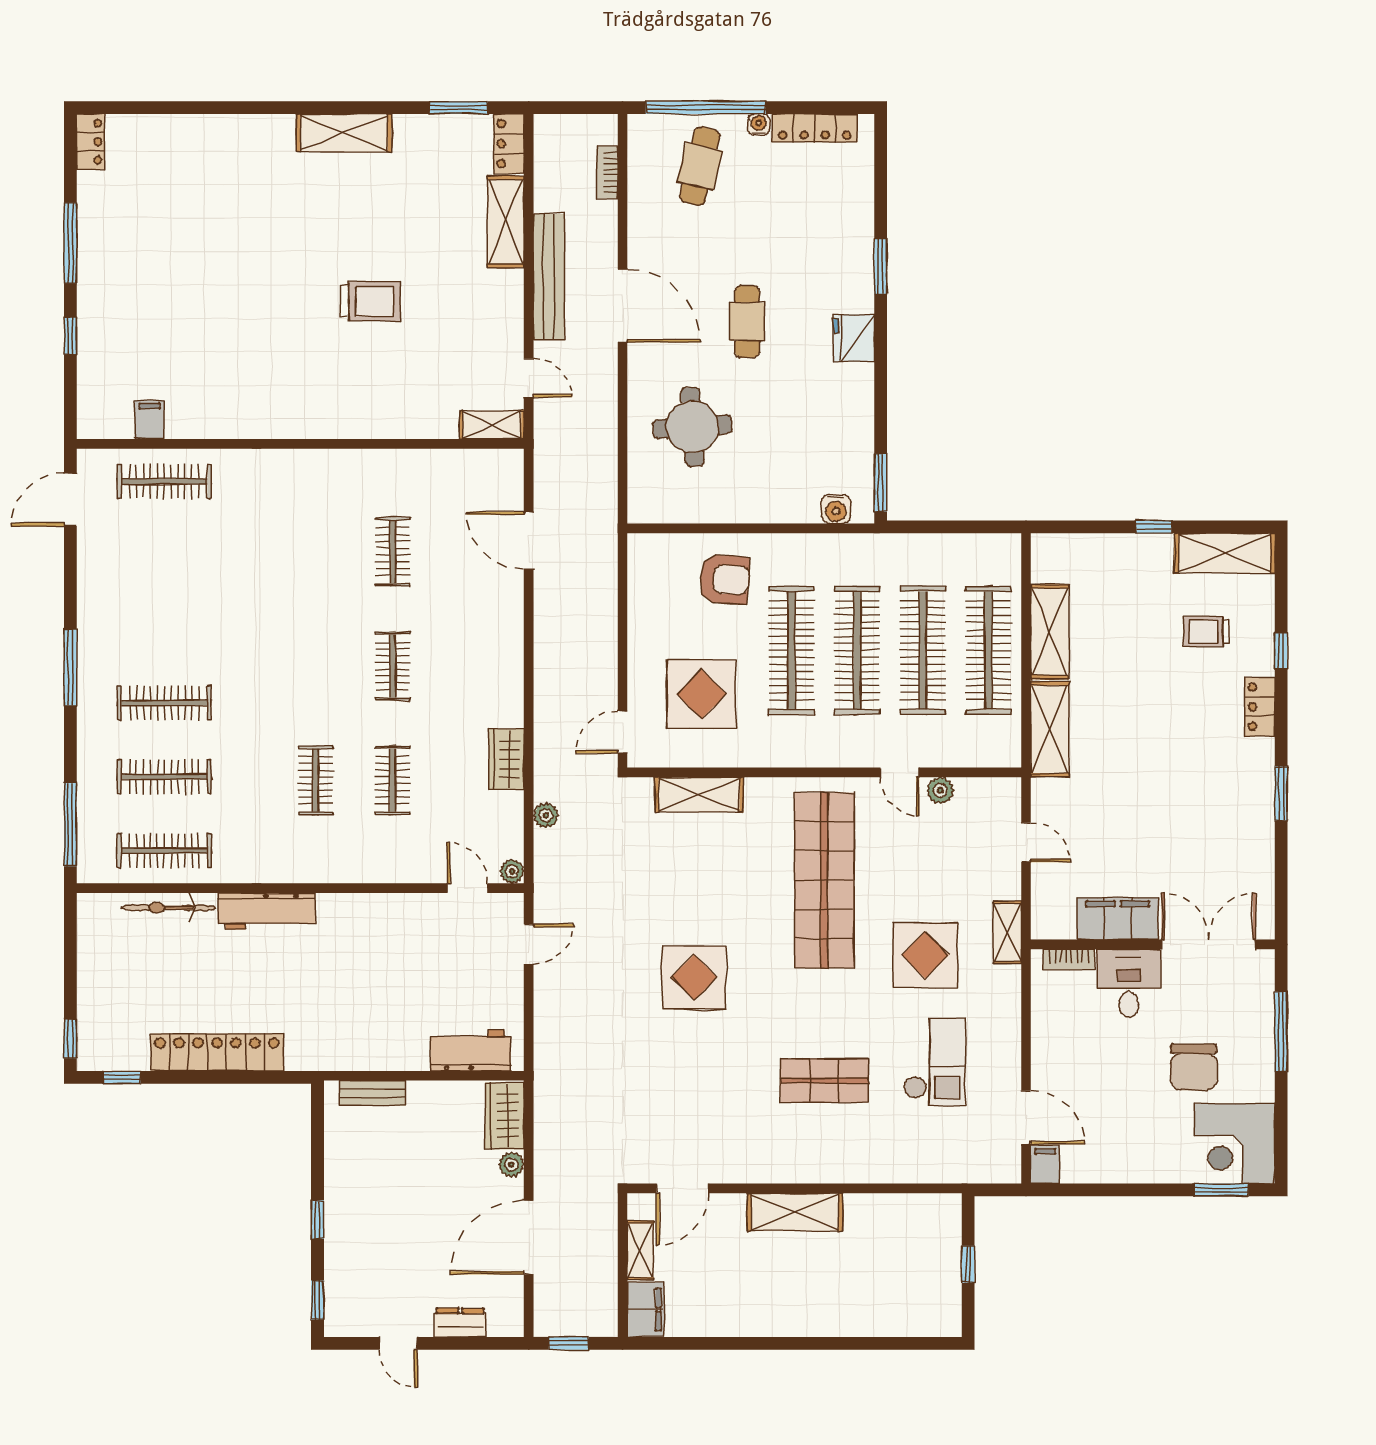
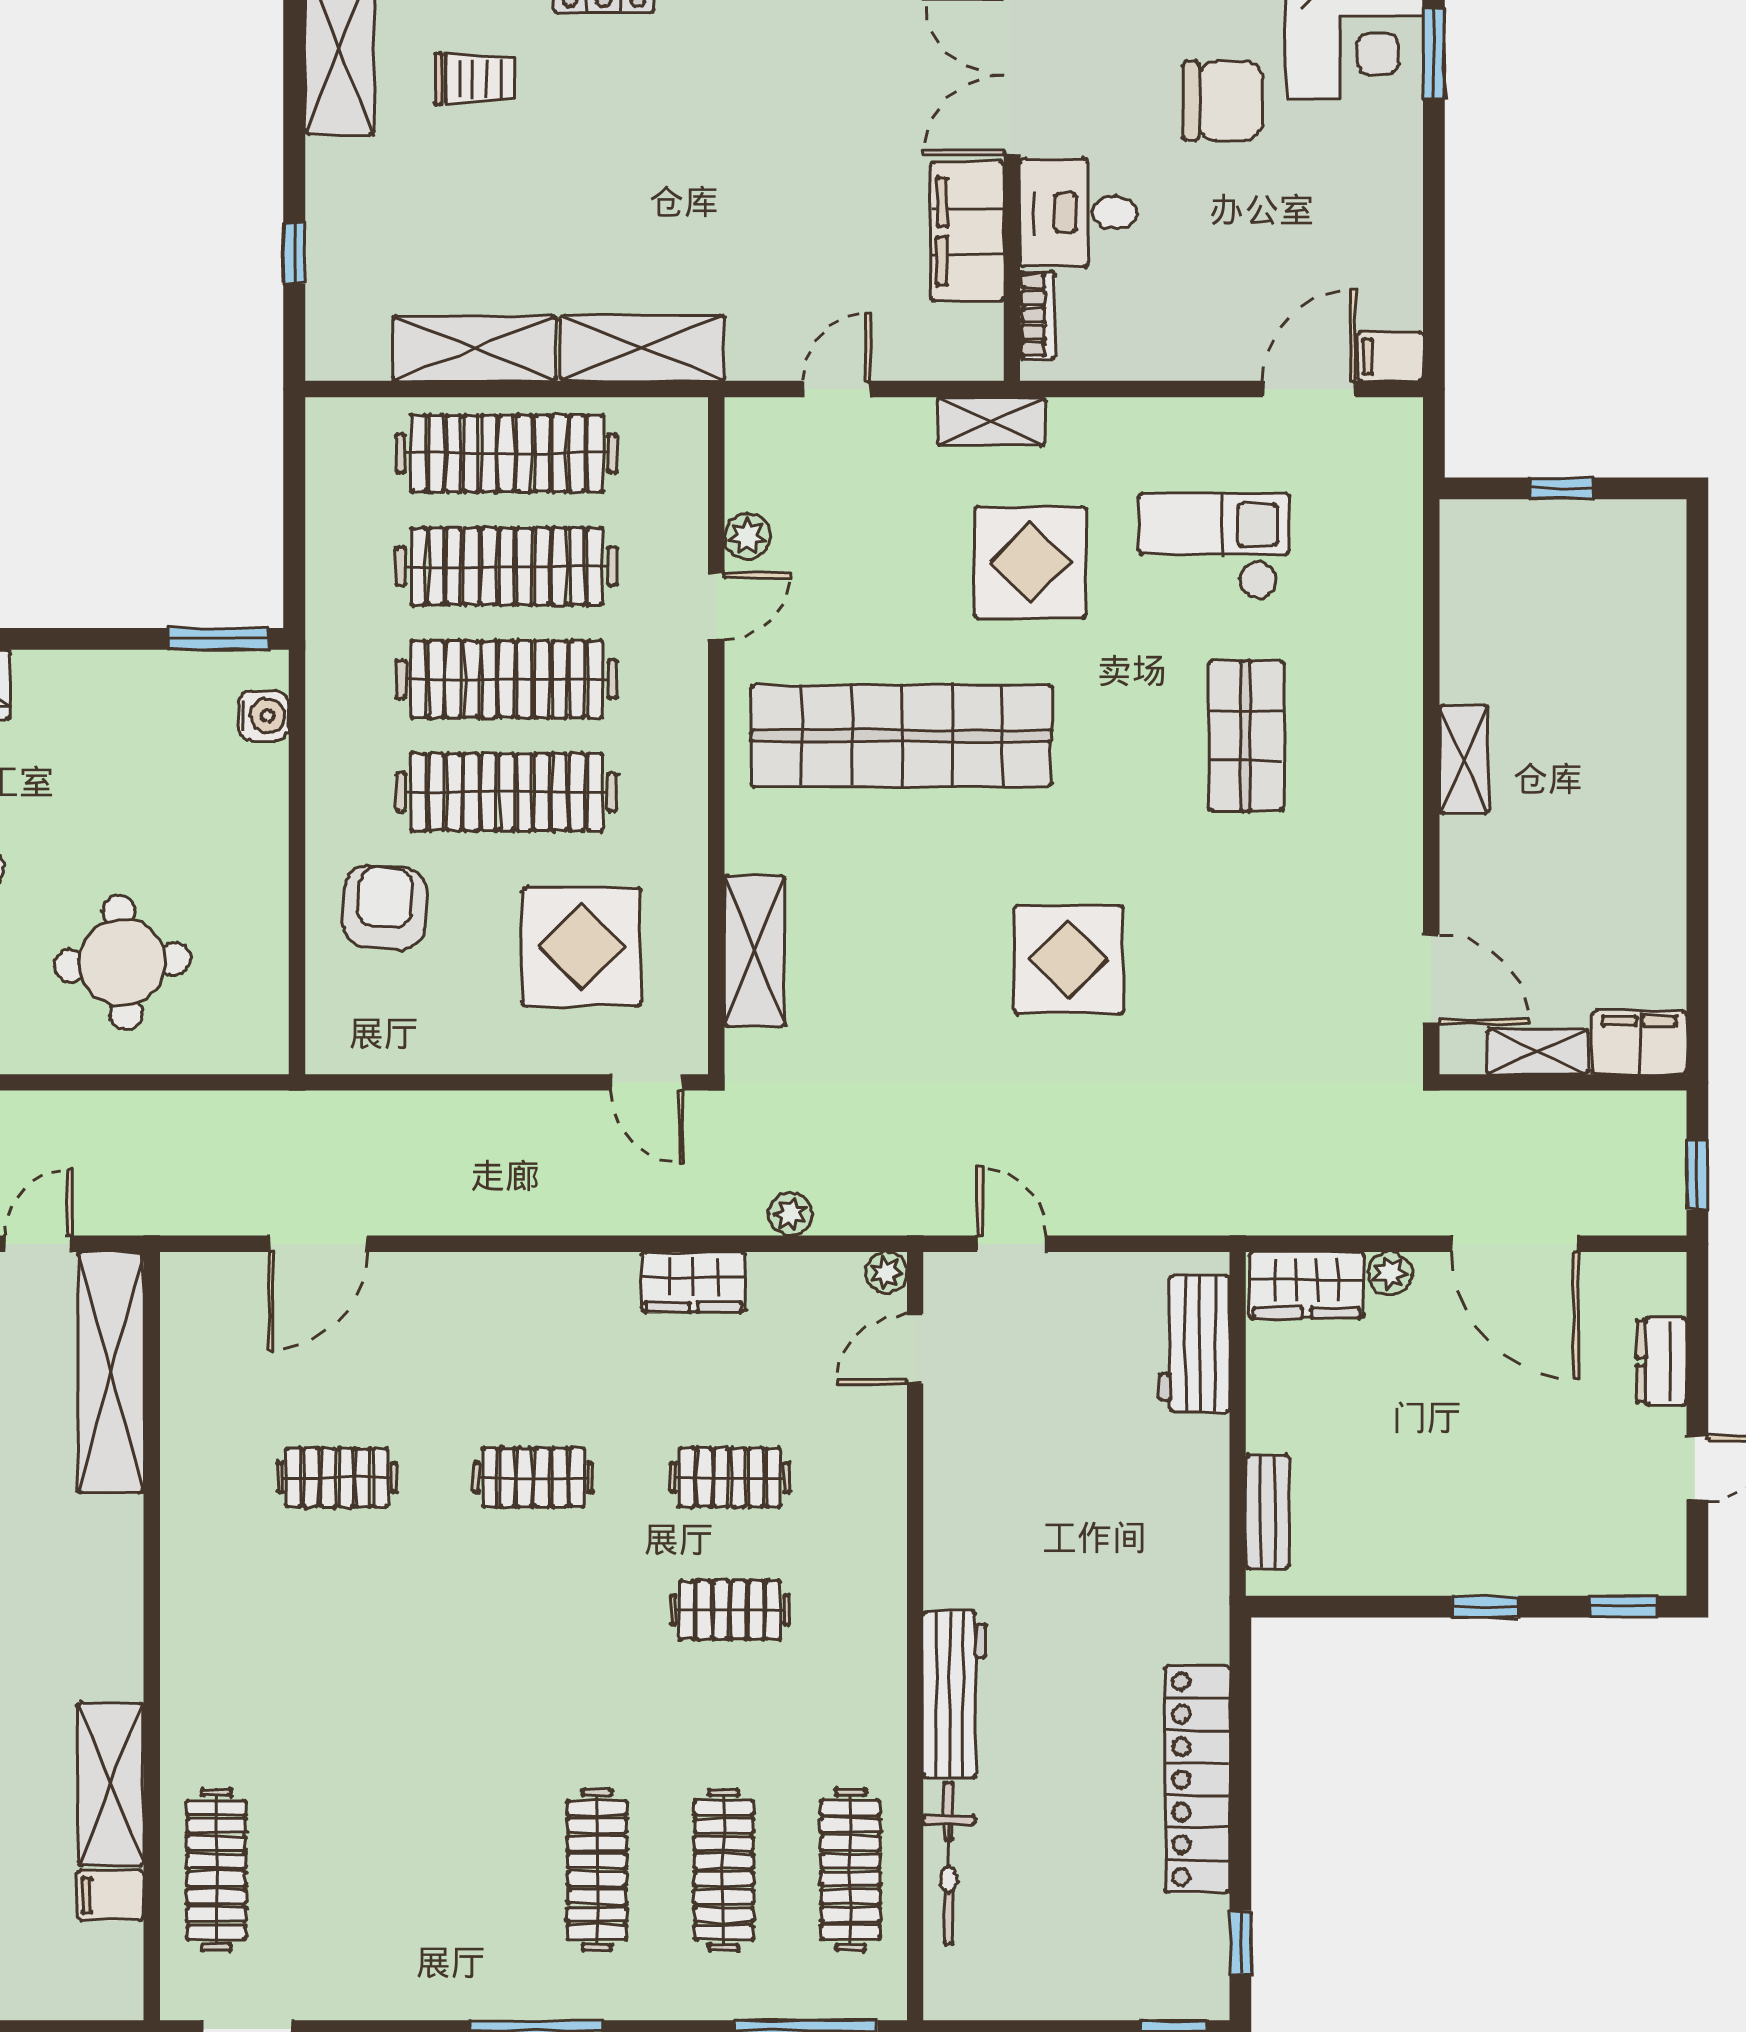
shelving: (214, 420) -> (111, 1784), added
shelving: (492, 425) -> (111, 1372), width x2.20, depth x1.33
window: (1154, 527) -> (294, 253), moved
trolley: (1206, 632) -> (474, 79), turned -90
shelving: (795, 1212) -> (1464, 759), width x0.67, depth x0.75

